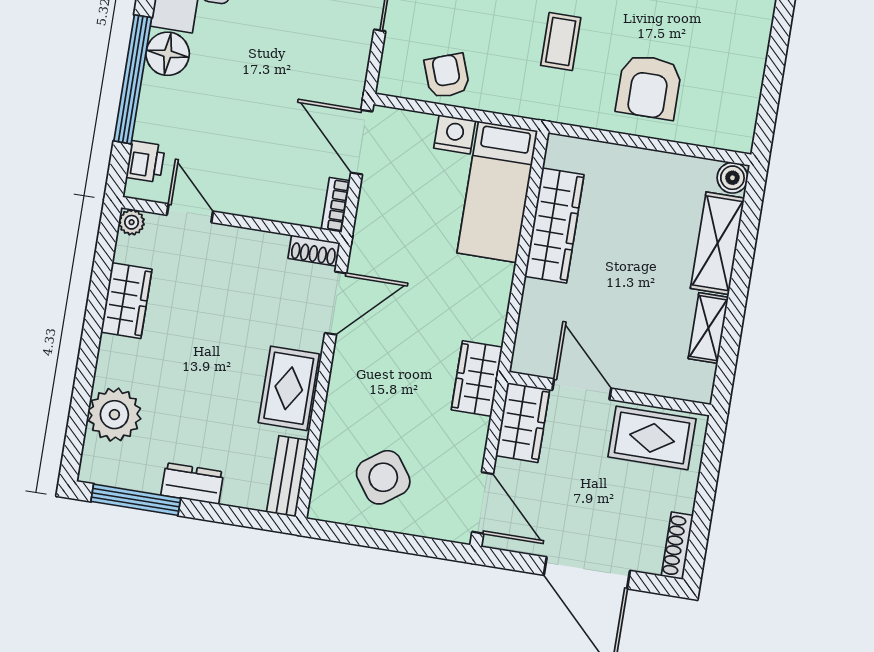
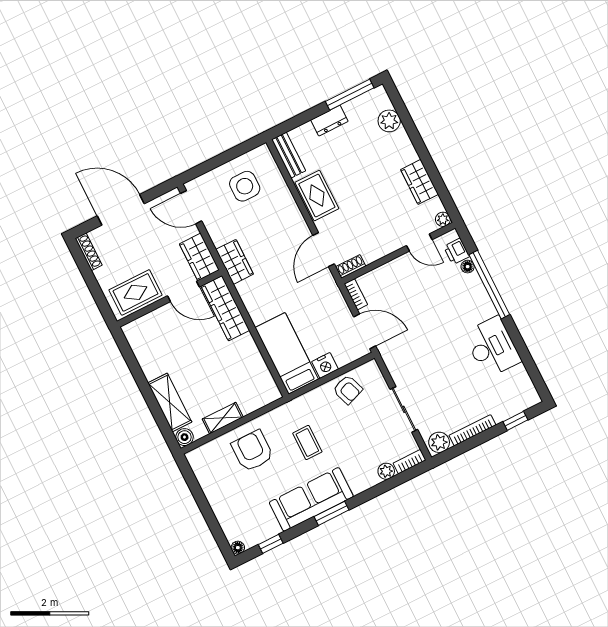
floor lamp: (168, 54) -> (468, 267), moved, width x0.53, depth x0.53
wardrobe: (554, 226) -> (225, 308), moved
shelving: (708, 328) -> (223, 418), moved, turned 90
plant: (114, 415) -> (389, 121), width x0.73, depth x0.73
side table: (383, 477) -> (245, 186), turned 36

